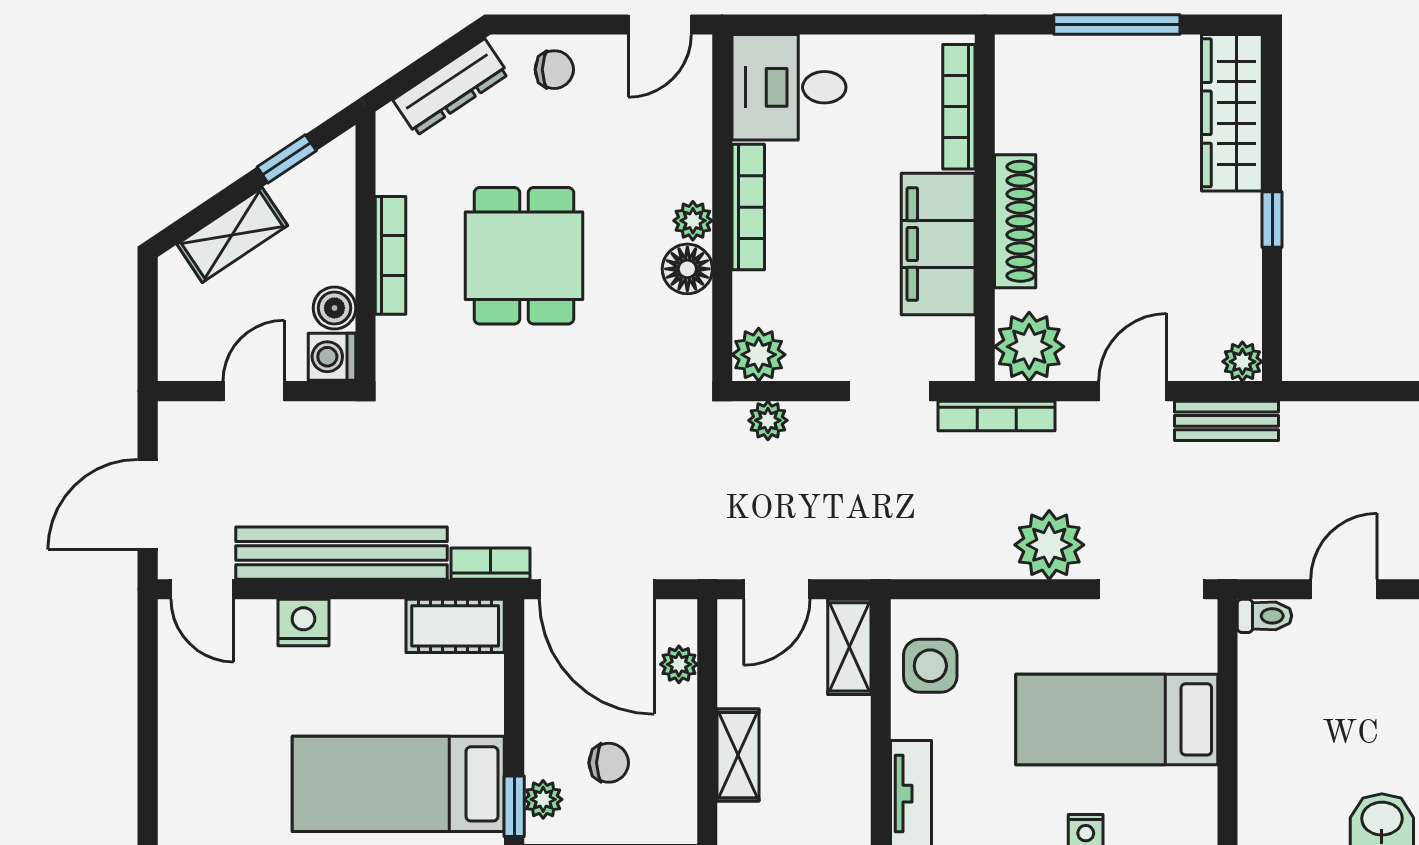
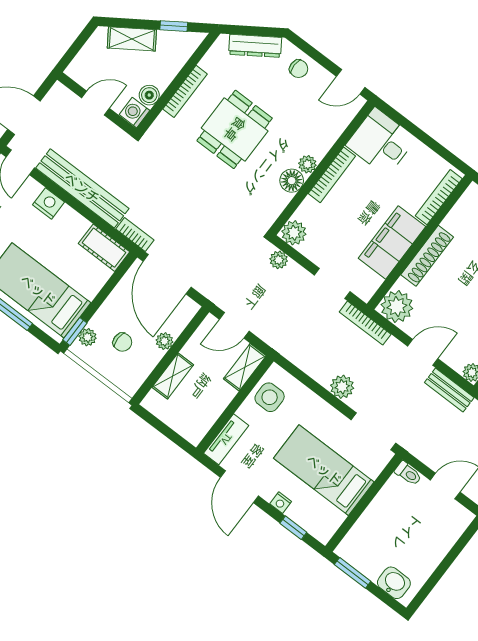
plant: (1049, 545) -> (342, 387), width x0.73, depth x0.73
plant: (679, 664) -> (164, 341), moved

